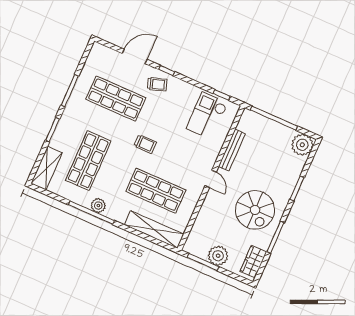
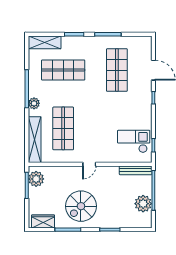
trolley: (157, 84) -> (140, 95), removed
trolley: (145, 144) -> (93, 106), removed
plant: (302, 145) -> (143, 204), moved
bench: (232, 150) -> (136, 170), moved
plant: (98, 206) -> (34, 103), moved
plant: (218, 256) -> (36, 179), moved

